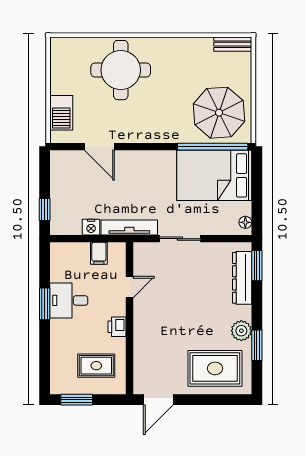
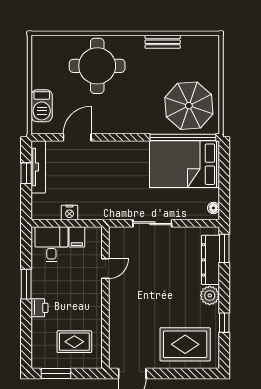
bench: (233, 44) -> (163, 42), moved
door: (99, 147) -> (77, 137), swing flipped
window: (45, 209) -> (26, 173), moved
tv unit: (129, 228) -> (38, 167), moved, turned 90
desk: (69, 300) -> (51, 244), moved, turned 90
printer: (117, 327) -> (39, 308), moved, turned 180
plant: (241, 331) -> (210, 295), moved
window: (257, 345) -> (224, 323), width x0.67

